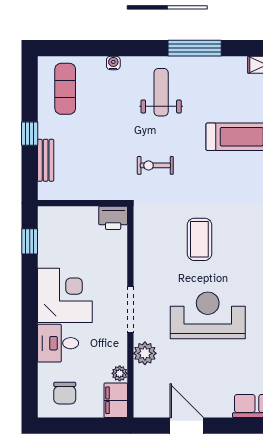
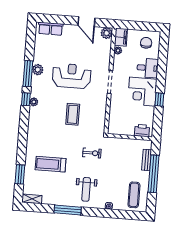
window: (30, 134) -> (154, 174), width x3.17
printer: (113, 218) -> (142, 131), moved
window: (30, 241) -> (159, 100), moved
reception desk: (208, 315) -> (72, 76), turned 180
plant: (145, 353) -> (107, 33), moved

